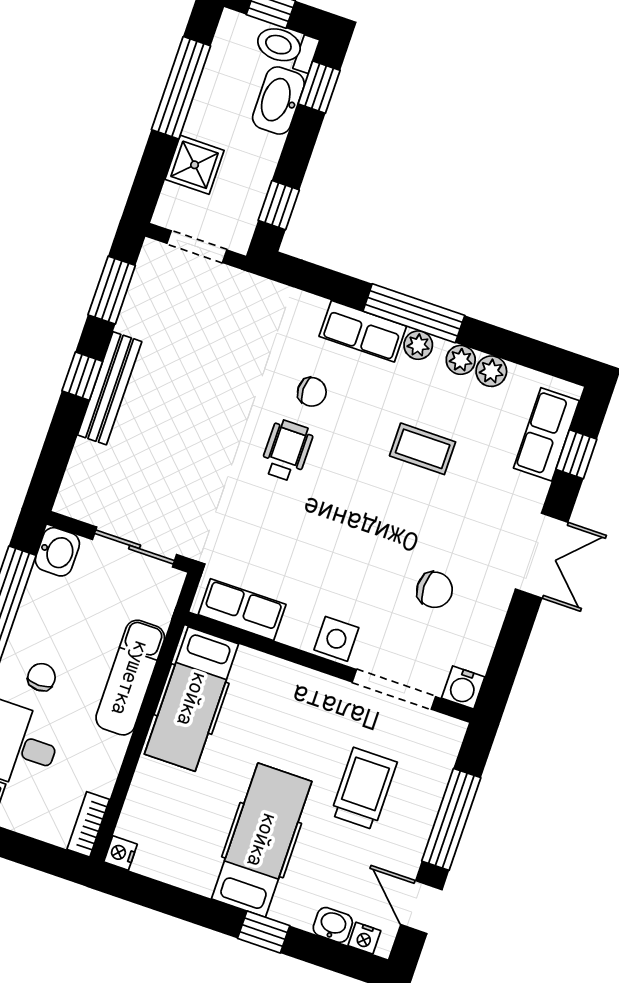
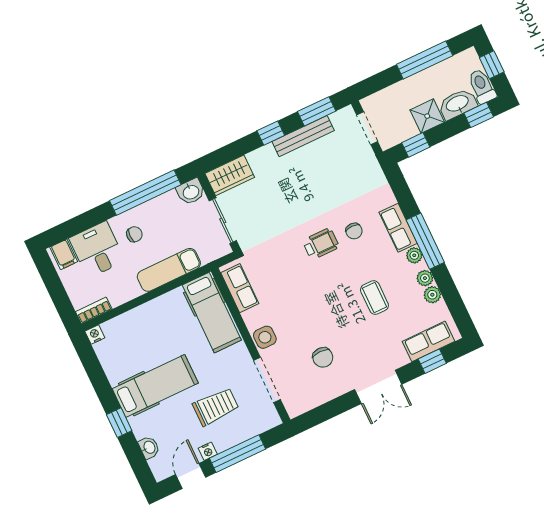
shower: (195, 165) -> (427, 116), moved
bench: (110, 388) -> (303, 136), moved
wardrobe: (85, 482) -> (230, 175), added
water cooler: (463, 687) -> (295, 407), removed
hospital bed: (192, 699) -> (212, 313), moved, turned -90
nightstand: (364, 938) -> (208, 451), moved, turned -90

